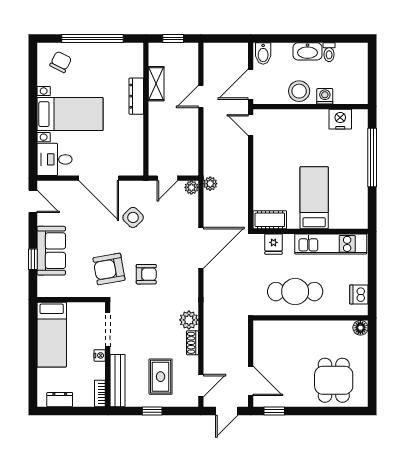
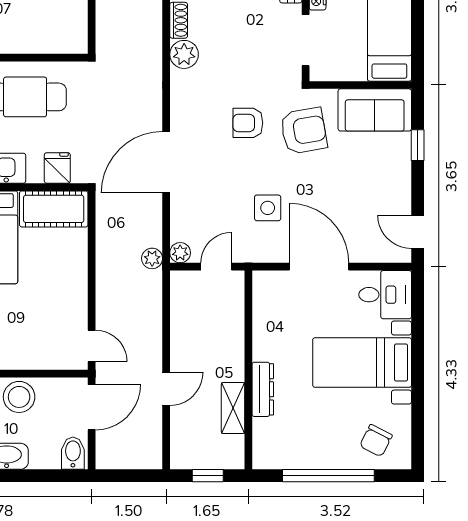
side table: (133, 217) -> (268, 208), turned 45
cot: (270, 220) -> (54, 209), width x1.37, depth x1.34
sofa: (51, 251) -> (375, 110), moved, turned -90

